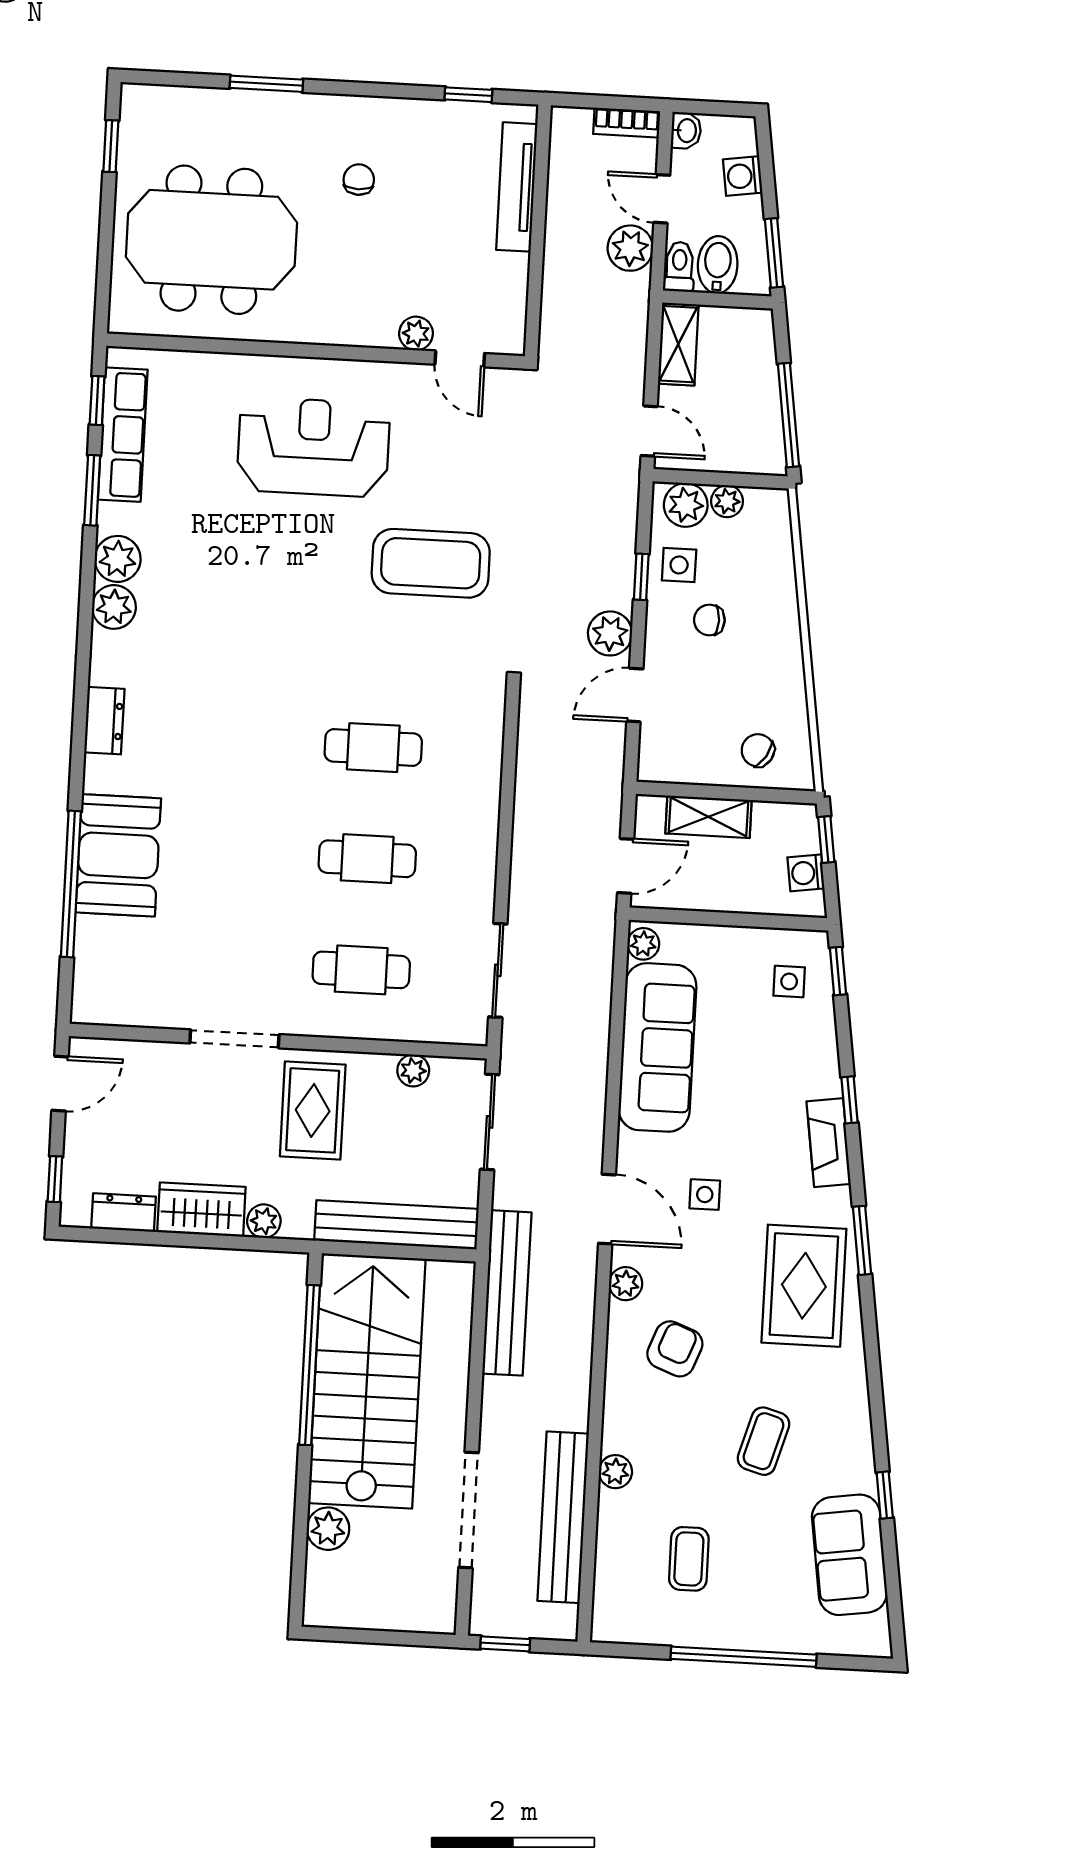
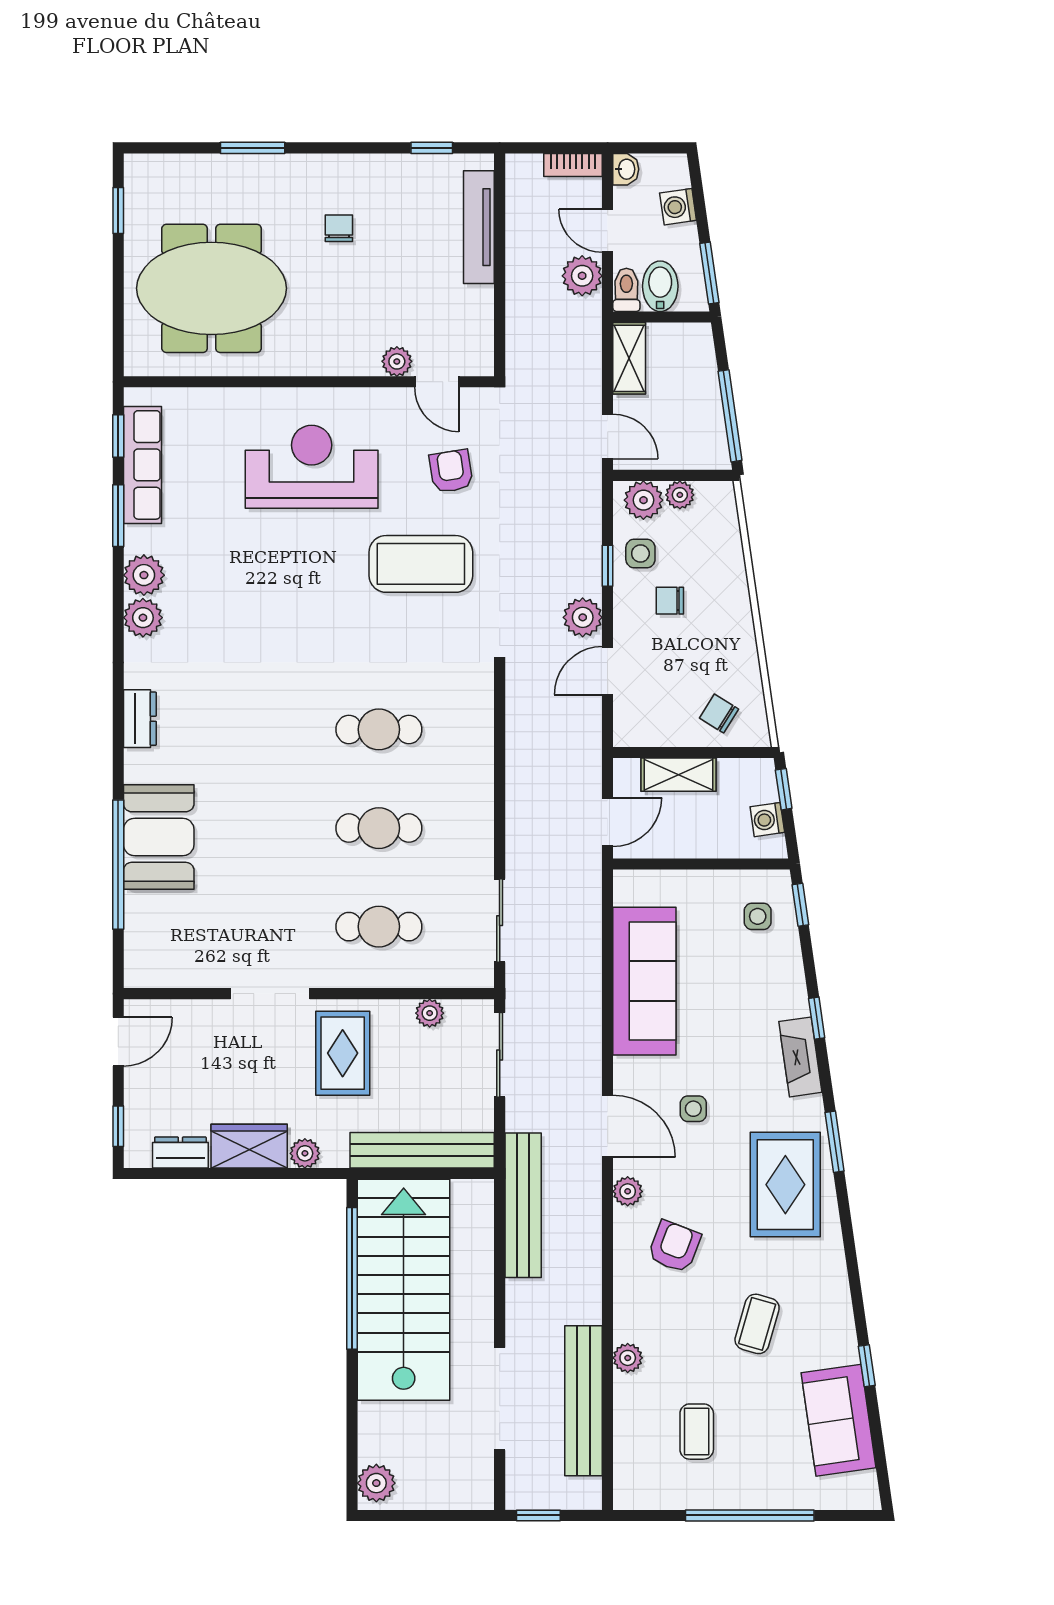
armchair: (470, 461) -> (451, 471), added
plant: (643, 944) -> (627, 890), removed
plant: (328, 1529) -> (376, 1483), moved

